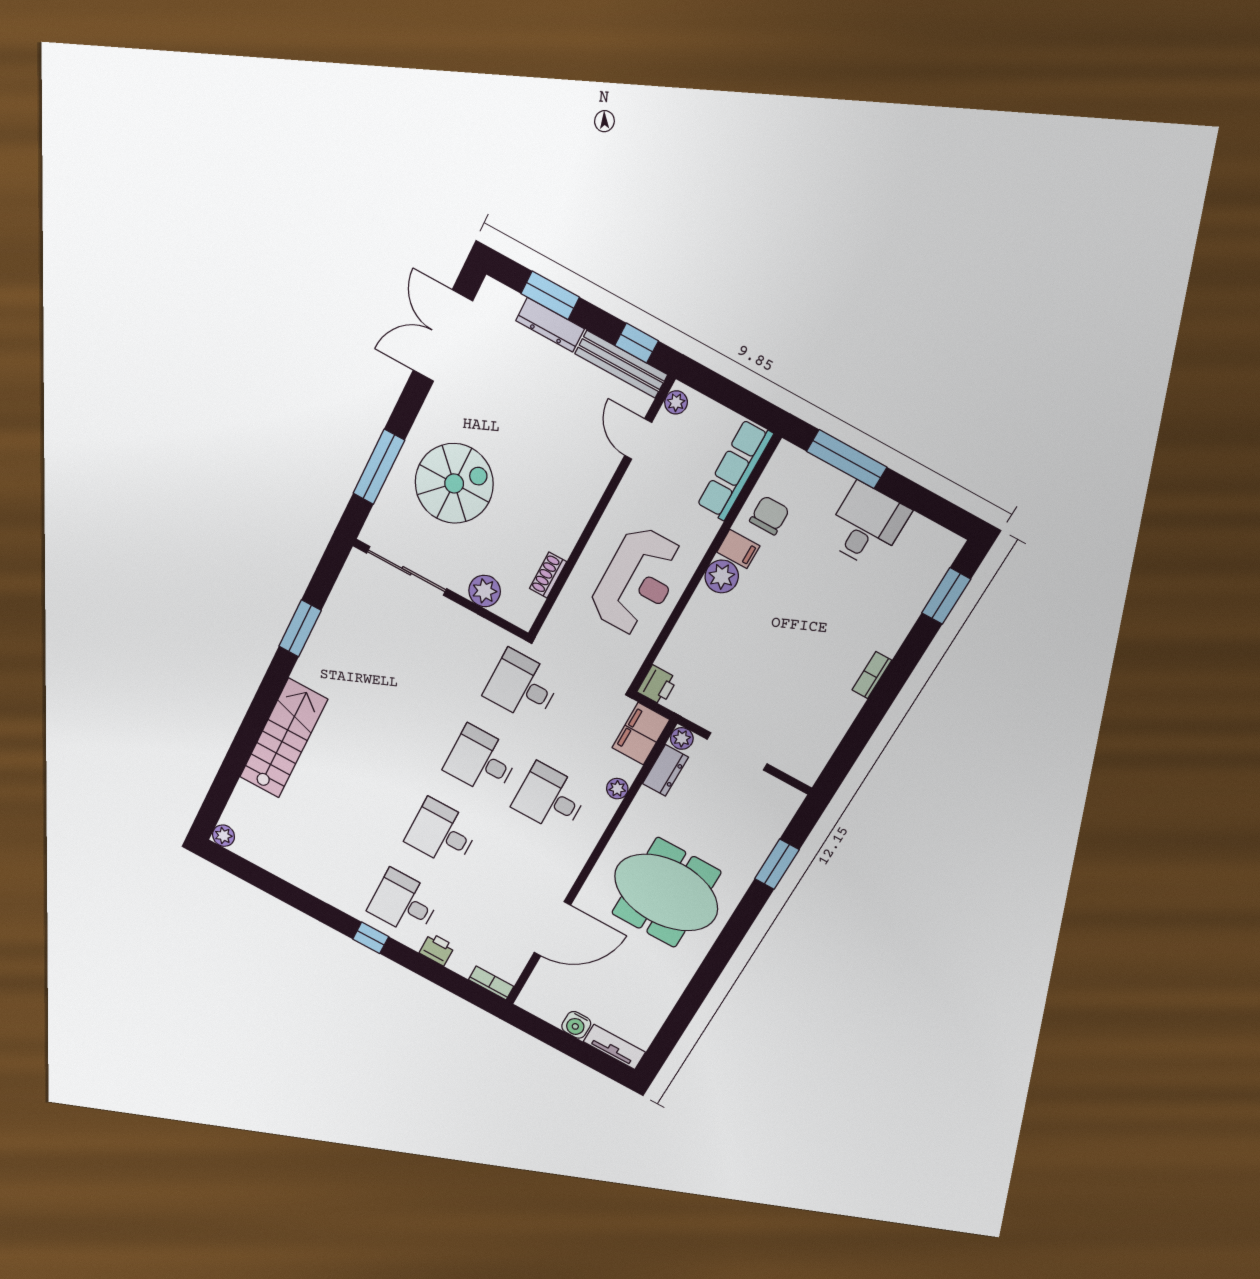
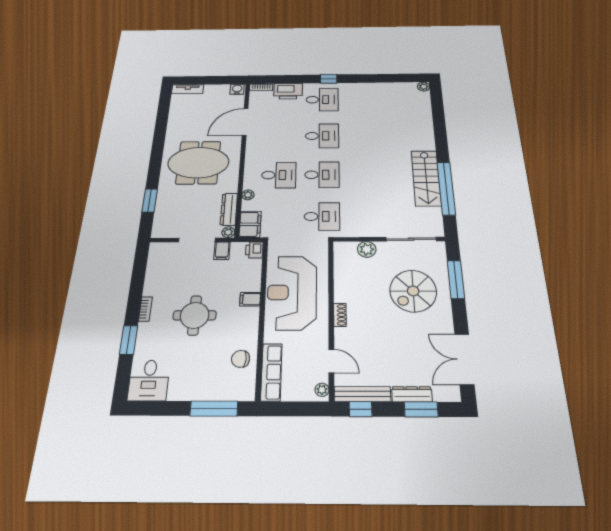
double door: (443, 336) -> (464, 359), swing flipped
chair: (769, 515) -> (241, 359), turned 93
desk: (867, 525) -> (149, 380), moved
filing cabinet: (738, 549) -> (250, 299), moved
shoe rack: (548, 575) -> (340, 315), moved
plant: (722, 576) -> (250, 317), removed
reception desk: (637, 581) -> (292, 292), width x1.36, depth x1.30
window: (946, 596) -> (129, 340), moved
round table: (803, 624) -> (195, 315), added
window: (300, 628) -> (446, 188), width x2.11
filing cabinet: (708, 711) -> (222, 251), added
stairs: (284, 738) -> (426, 178), moved
dresser: (665, 770) -> (229, 209), width x1.44
printer: (437, 949) -> (288, 91), width x1.87, depth x1.48
water cooler: (576, 1025) -> (237, 89), moved

